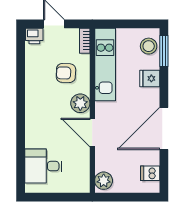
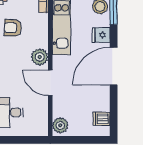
armchair: (66, 73) -> (13, 28), moved
door: (164, 128) -> (114, 66), moved

